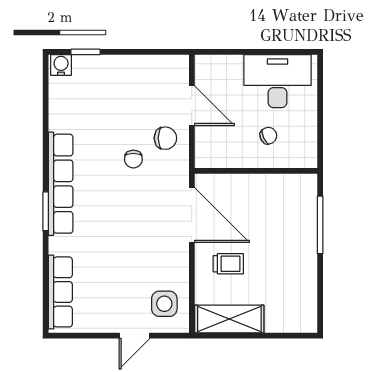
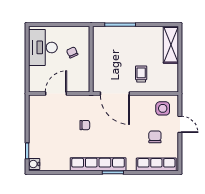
chair: (165, 138) -> (155, 137), moved
door: (192, 215) -> (115, 94), swing flipped
shelving: (229, 319) -> (171, 45), moved

